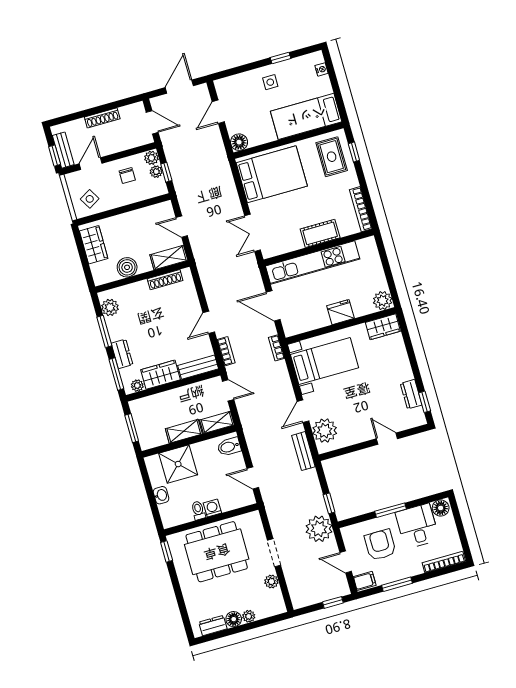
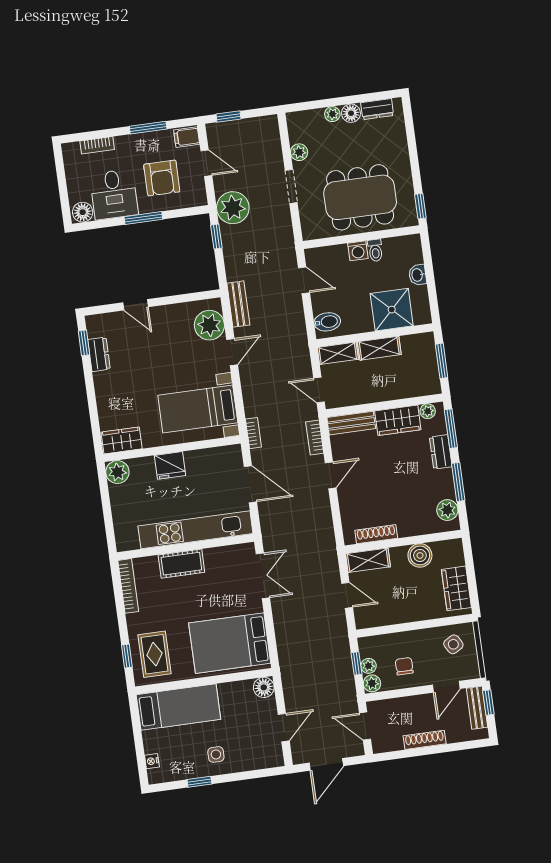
bookcase: (444, 562) -> (97, 145), width x0.64

